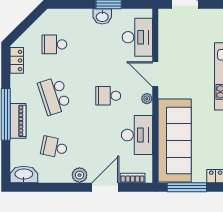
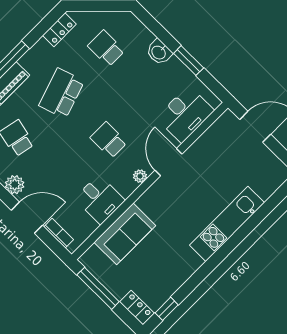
washbasin: (102, 16) -> (159, 52), moved
desk: (137, 135) -> (100, 199), width x0.73
sofa: (175, 140) -> (125, 234), width x0.54, depth x0.79

